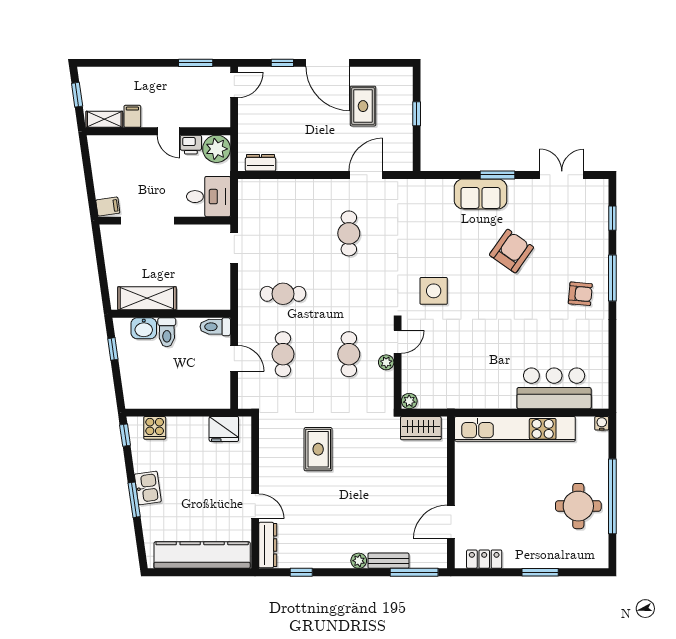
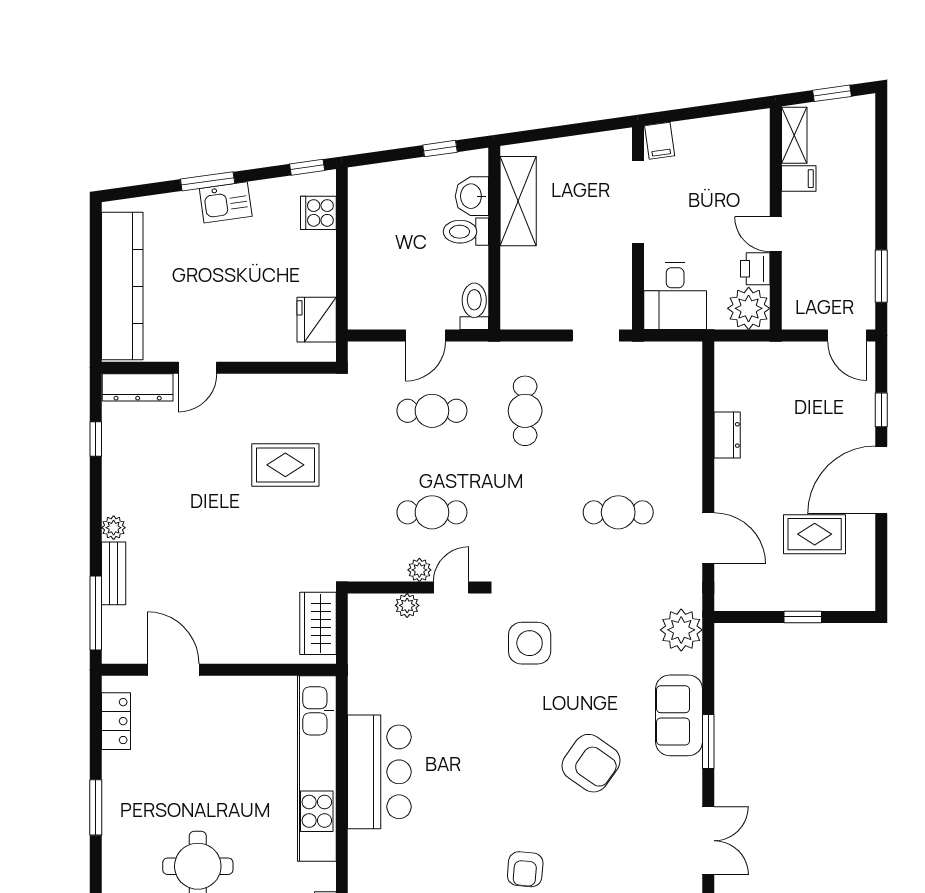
door: (168, 131) -> (776, 234), hinge flipped
dresser: (261, 163) -> (727, 435), moved
plant: (425, 193) -> (681, 630), added
door: (398, 342) -> (451, 588), swing flipped
bar counter: (554, 388) -> (379, 772), moved
plant: (409, 401) -> (407, 605), moved

